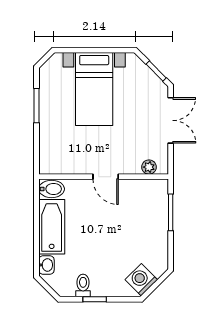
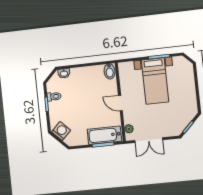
bed with nightstands: (94, 89) -> (155, 81), moved, turned -90
double door: (171, 120) -> (149, 140), moved
door: (106, 177) -> (120, 103), hinge flipped
bathtub: (52, 227) -> (104, 135), moved, turned 180

